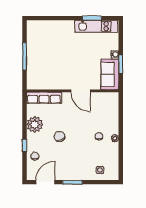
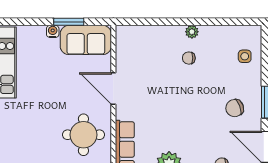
round table: (53, 73) -> (83, 135), added
door: (81, 91) -> (113, 89), swing flipped
chair: (59, 137) -> (235, 108), moved

